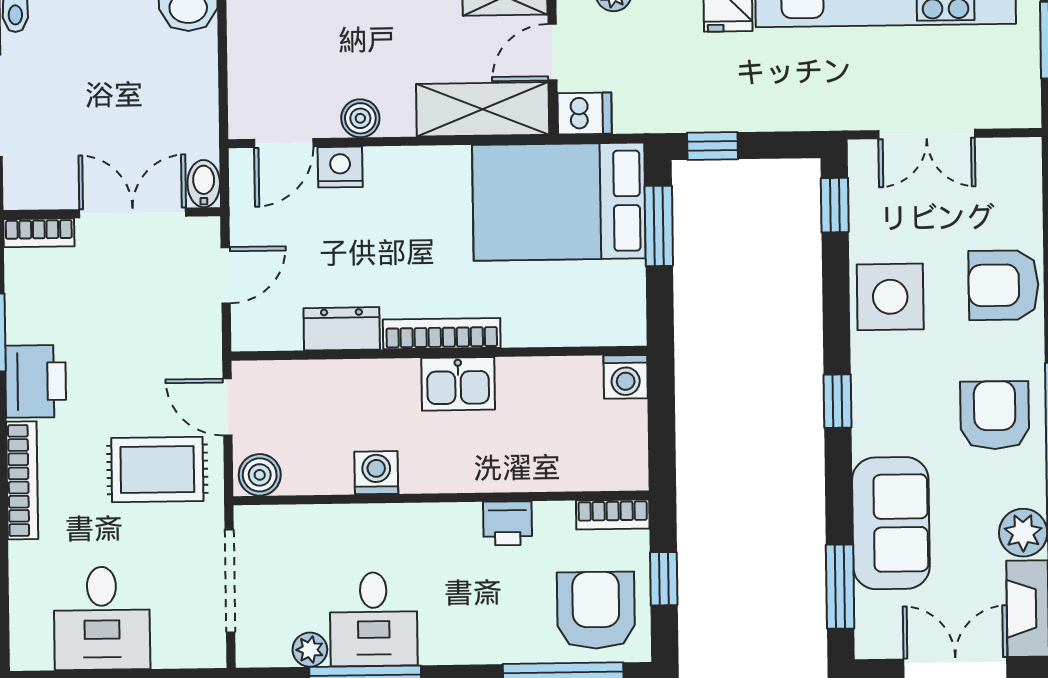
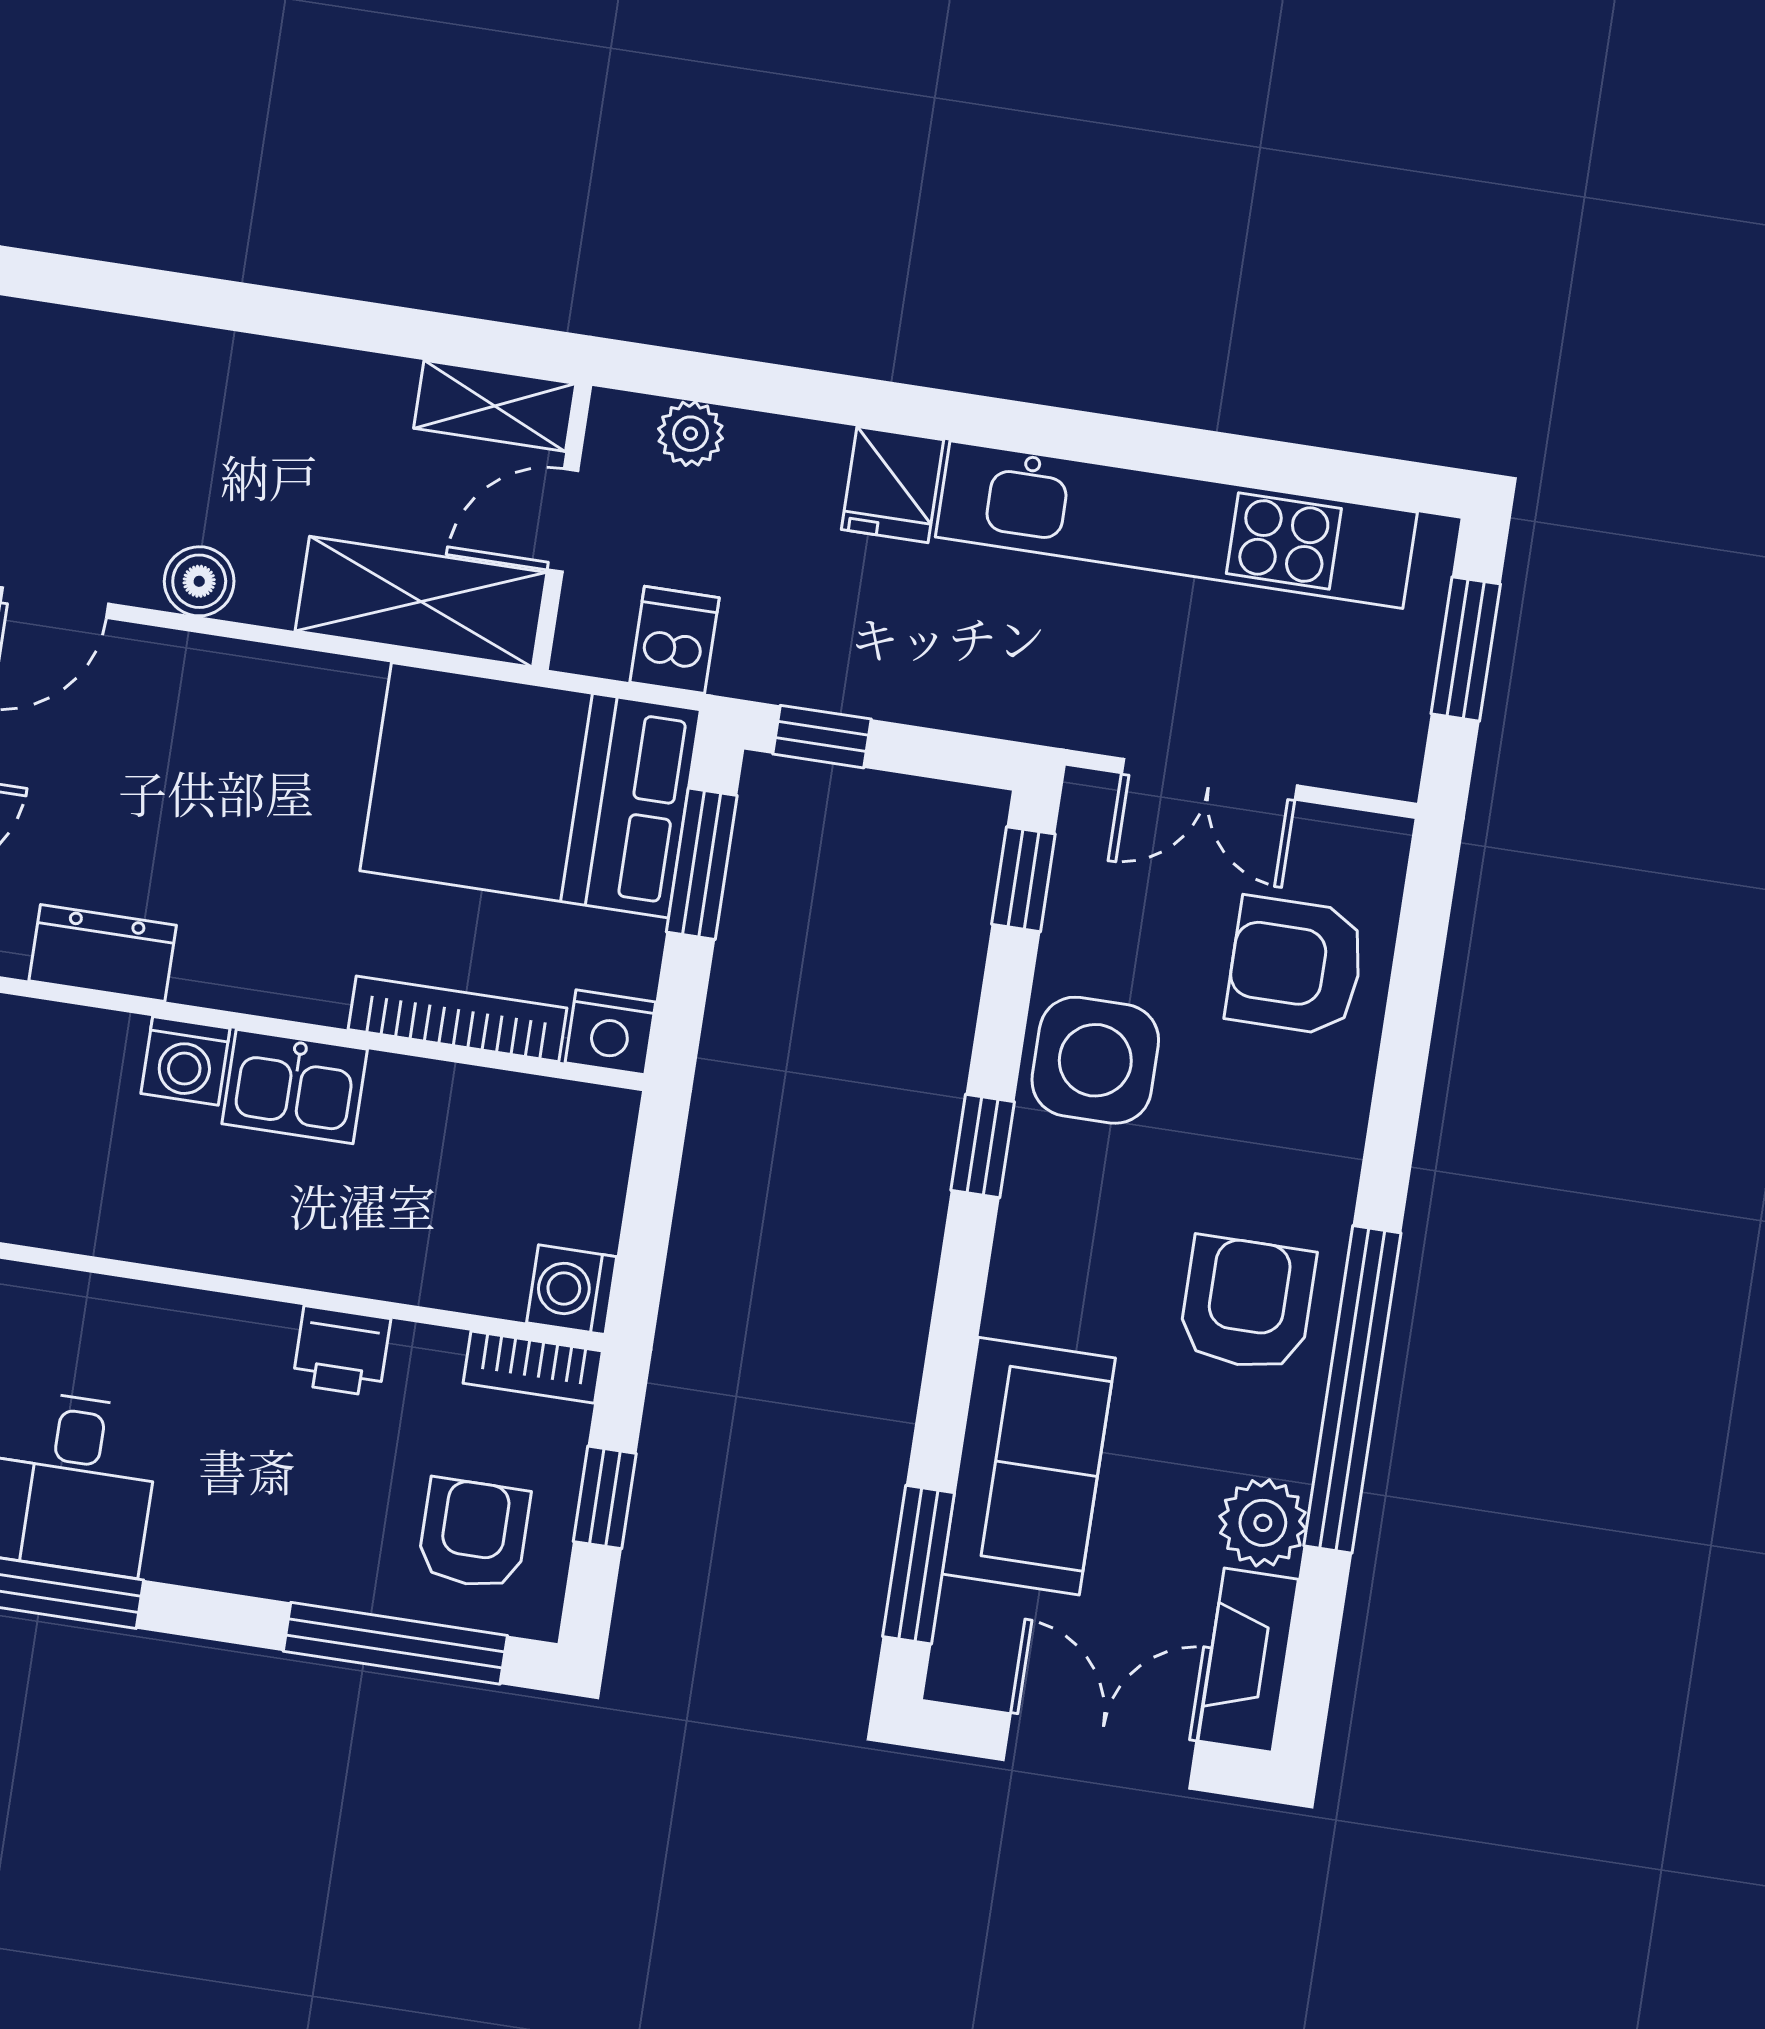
dishwasher: (585, 113) -> (674, 640), moved, turned -90
nightstand: (340, 167) -> (610, 1032), moved, turned 180
armchair: (1004, 285) -> (1296, 966), moved
bookcase: (442, 334) -> (457, 1019), moved
washing machine: (626, 377) -> (572, 1290), moved, turned 90
window: (837, 401) -> (983, 1146), moved
washing machine: (376, 473) -> (185, 1061), moved, turned 180
armchair: (596, 610) -> (474, 1534), width x0.72, depth x0.72

